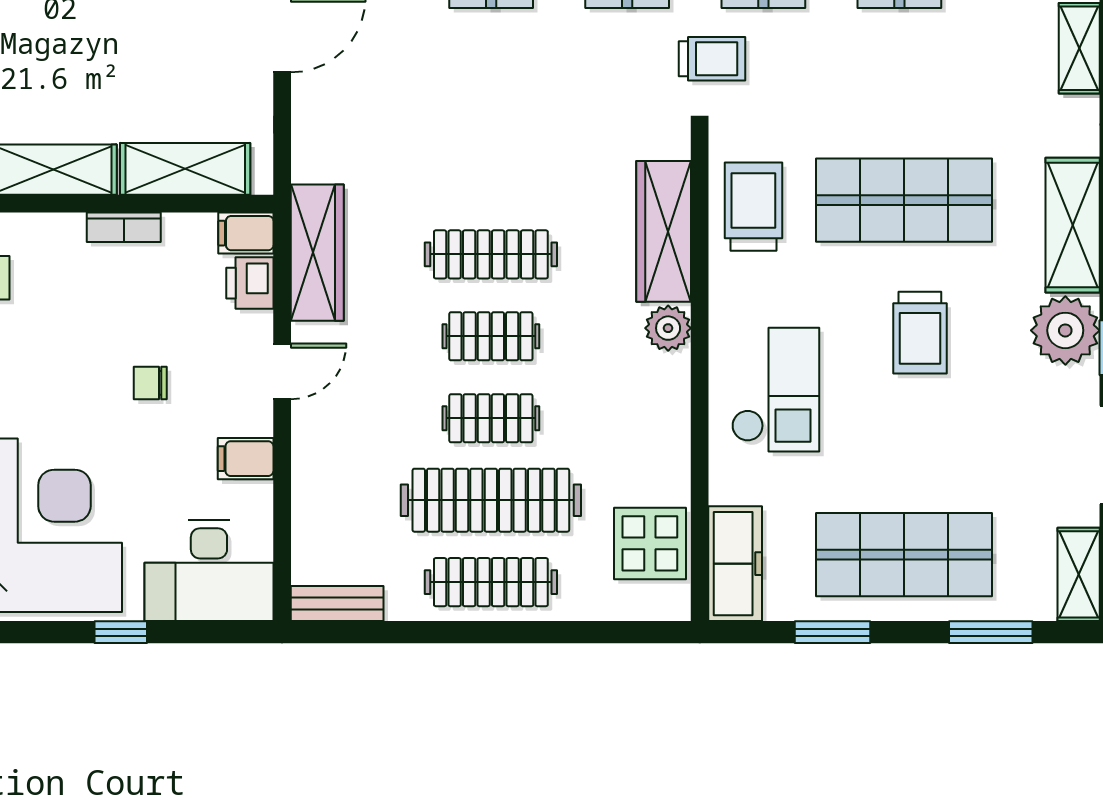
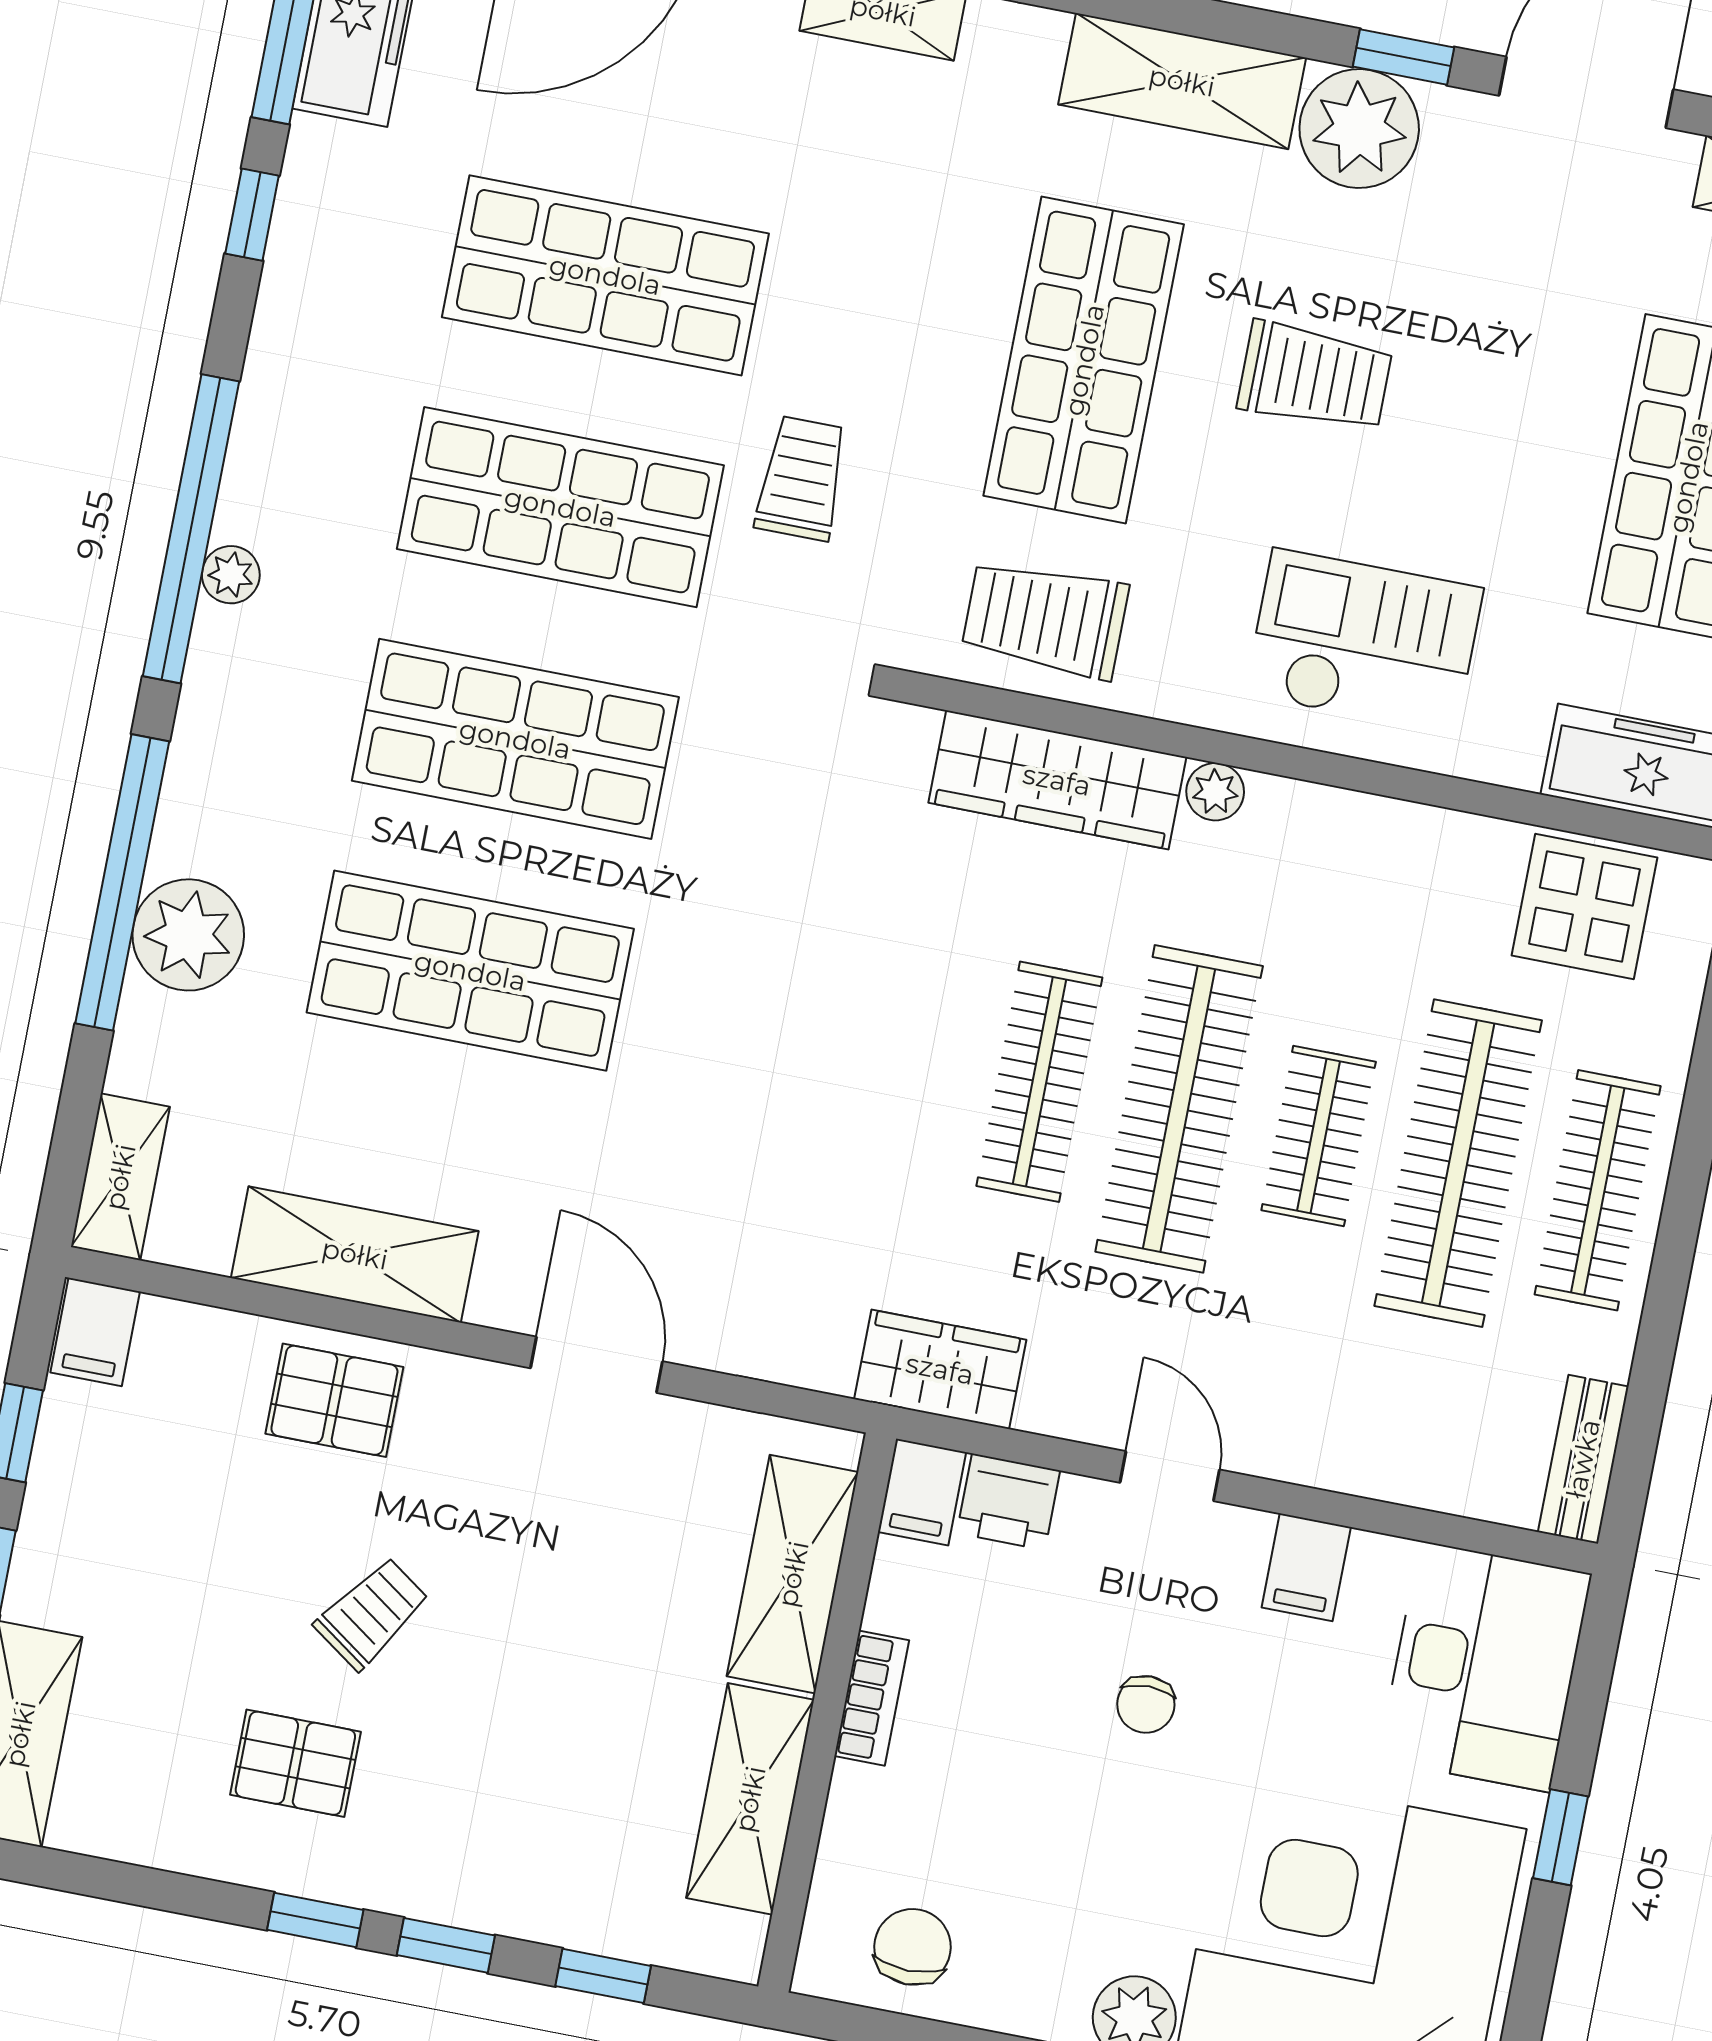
trolley: (712, 59) -> (802, 478), moved
wardrobe: (317, 253) -> (940, 1369), width x0.67
plant: (668, 328) -> (1215, 792), width x0.73, depth x0.73
clothes rail: (491, 336) -> (1179, 1109), width x1.86, depth x1.31

